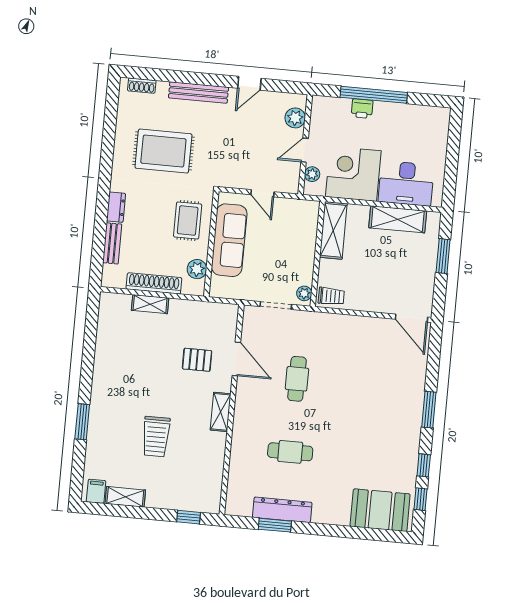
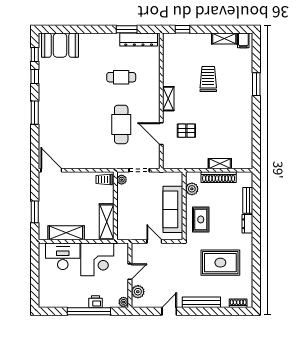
plant: (312, 174) -> (124, 302), moved
cafe table: (297, 379) -> (121, 124), width x1.37, depth x1.35
dresser: (282, 510) -> (139, 40), moved

